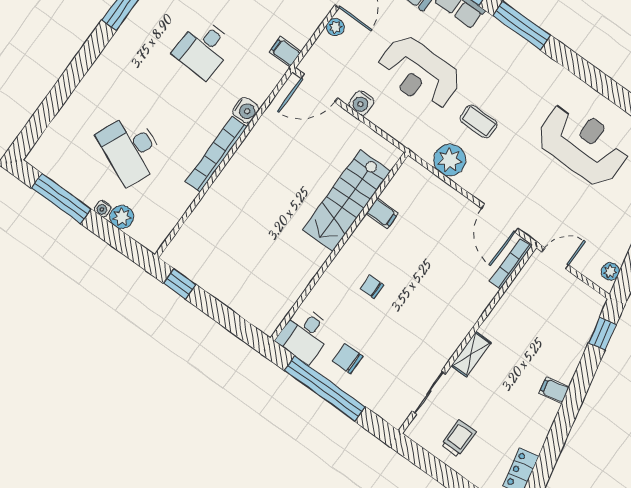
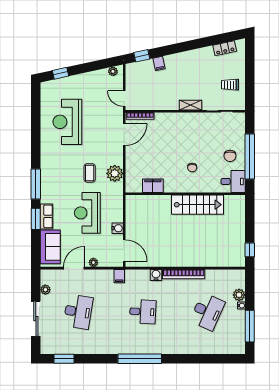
reception desk: (419, 73) -> (87, 213), turned 180
stairs: (347, 201) -> (197, 205), moved
filing cabinet: (382, 213) -> (153, 186), width x2.00
filing cabinet: (554, 390) -> (159, 63), moved

